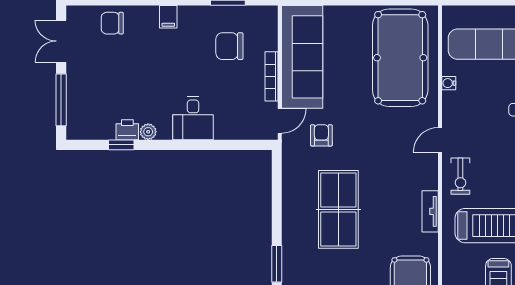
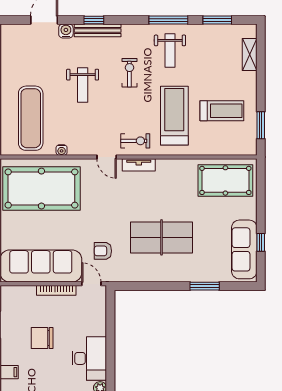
chair: (229, 46) -> (42, 338), moved, turned 90
desk: (193, 118) -> (89, 358), width x1.37
tv unit: (430, 211) -> (139, 165), moved

